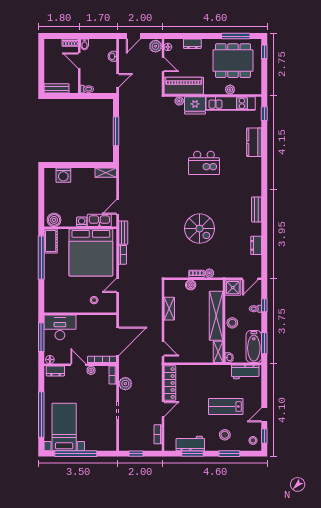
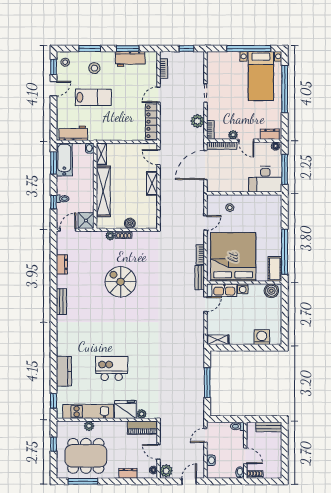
window: (264, 52) -> (54, 444), moved
piano: (184, 86) -> (142, 428), width x0.73, depth x0.75
kitchen island: (204, 163) -> (112, 368), moved
shelving: (169, 309) -> (152, 183), moved
stool: (232, 323) -> (87, 184), removed

